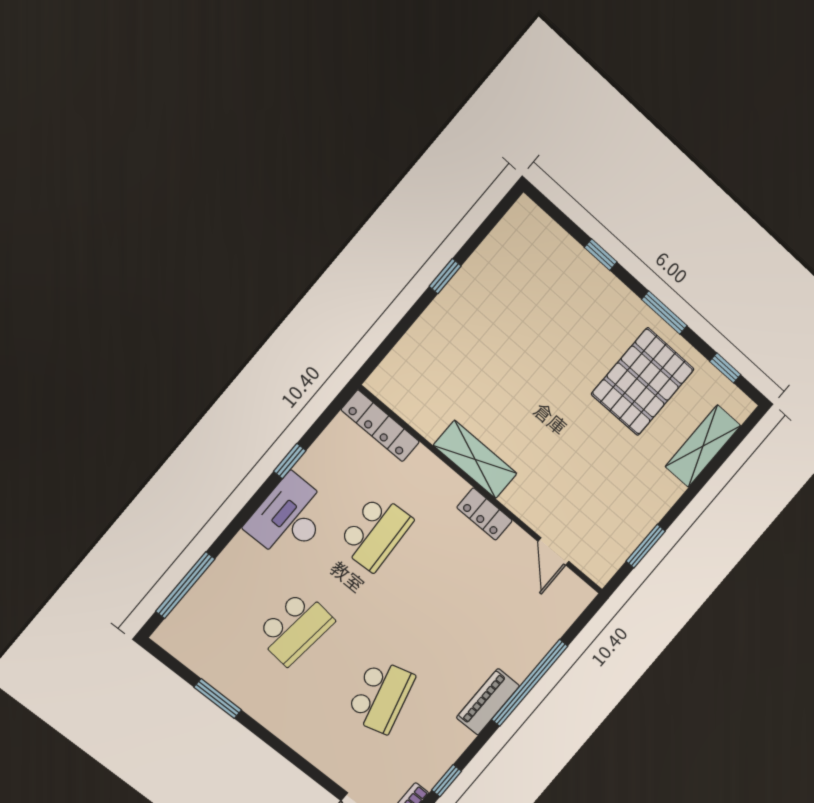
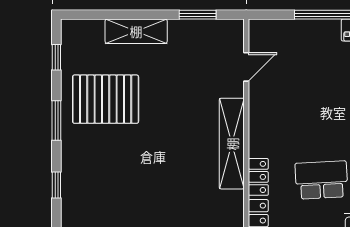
shelving: (703, 446) -> (136, 31), moved
shelving: (475, 459) -> (232, 144), width x1.47
locker: (485, 514) -> (258, 177), moved

